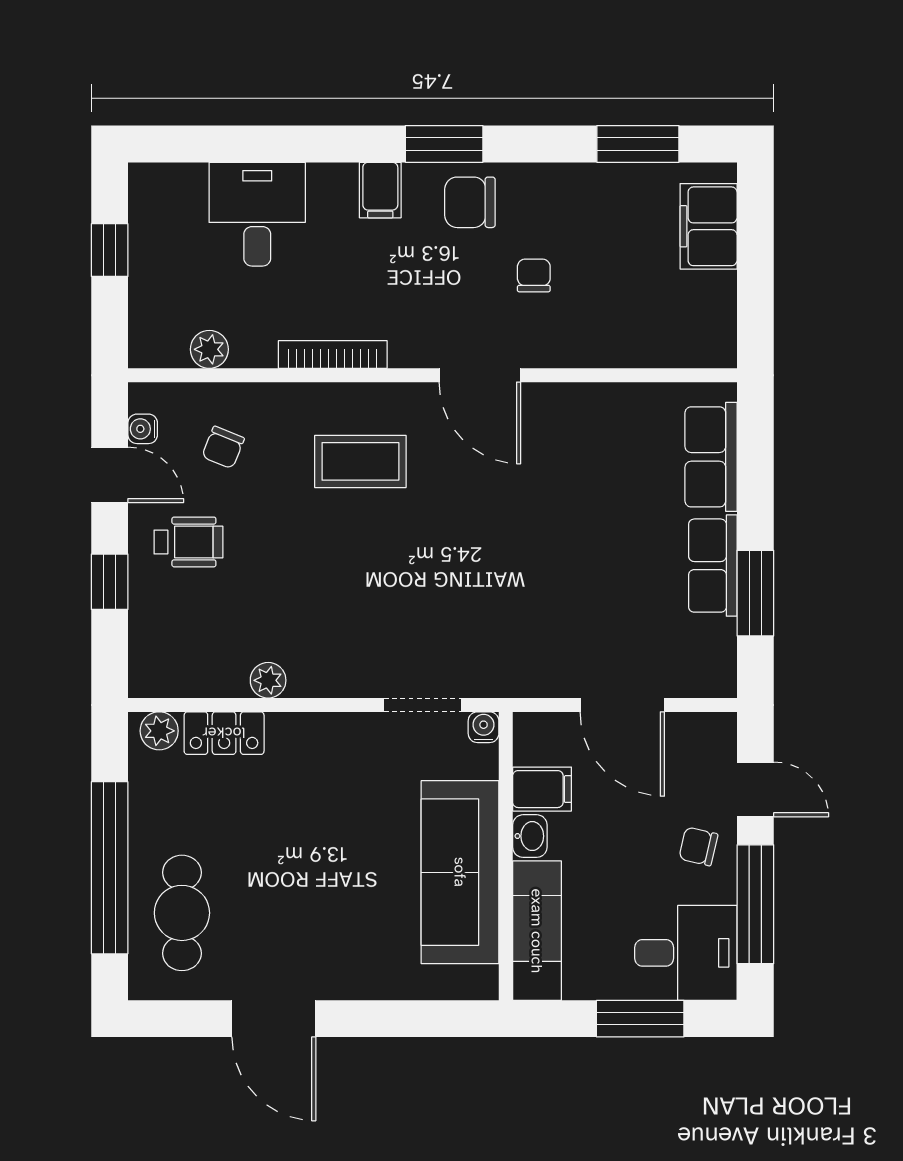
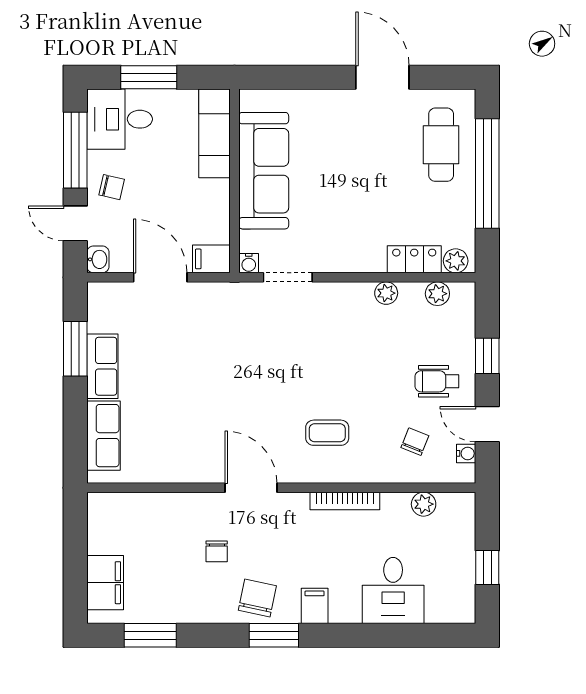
chair: (470, 202) -> (257, 598), turned -78
coffee table: (360, 461) -> (327, 433), width x0.73, depth x0.77
plant: (188, 679) -> (437, 294), added
filing cabinet: (542, 789) -> (211, 259), moved
washbasin: (530, 836) -> (98, 259), moved, turned 180

